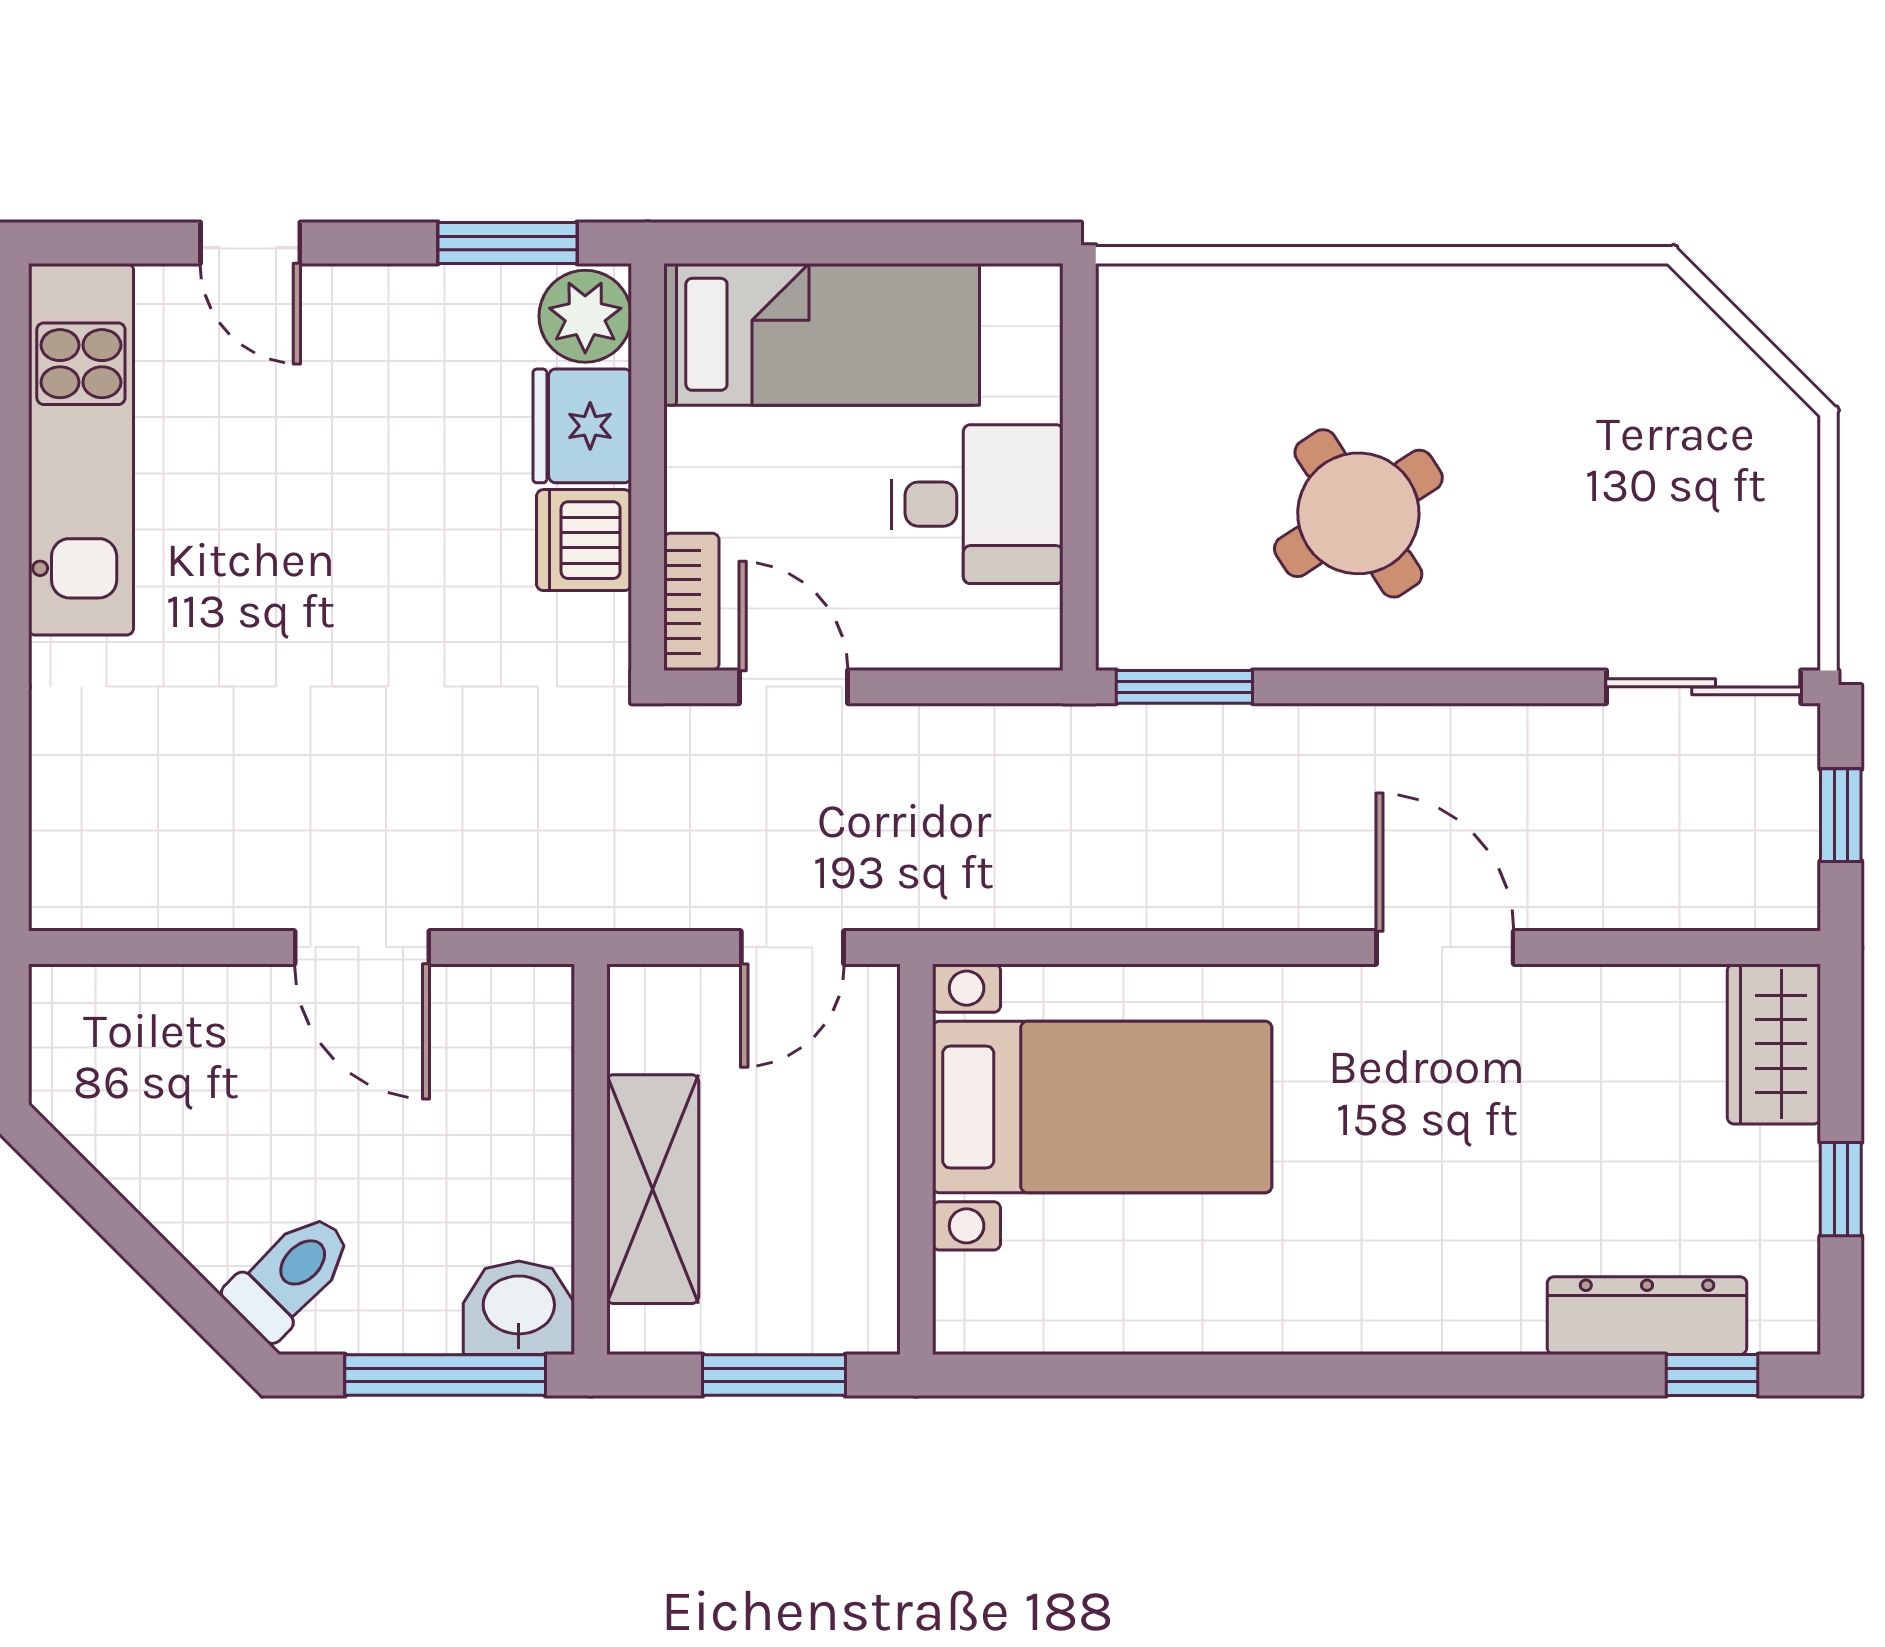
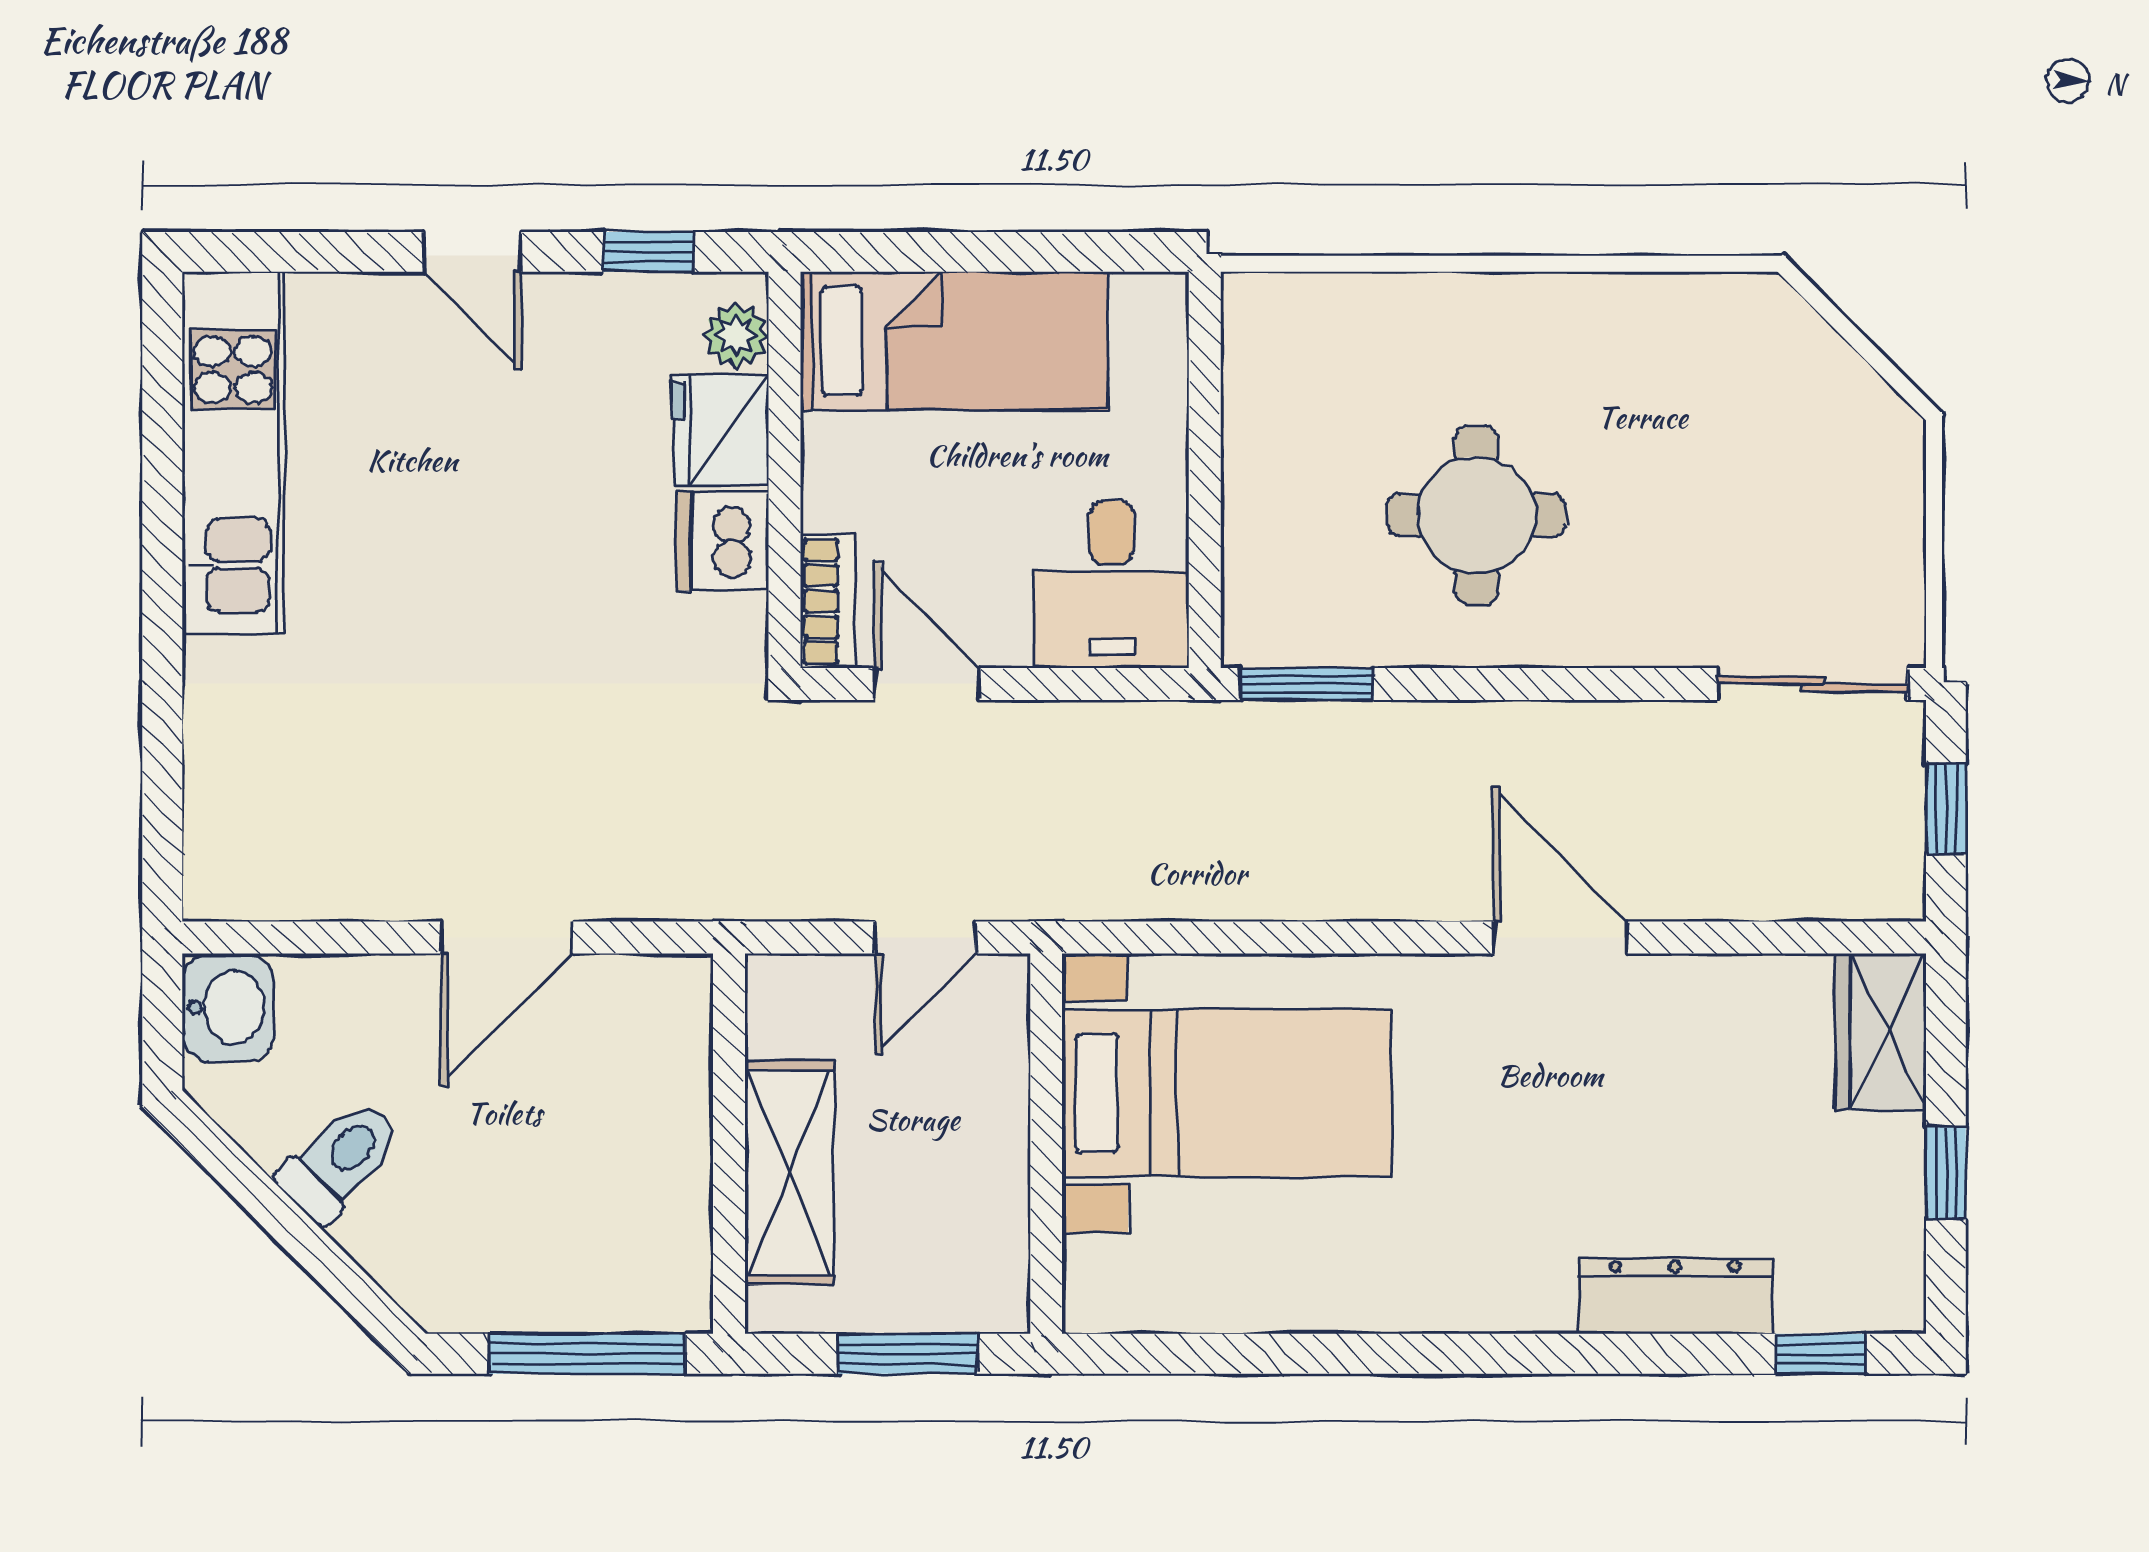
door: (250, 243) -> (472, 252), moved
window: (508, 243) -> (648, 252), width x0.67
plant: (585, 316) -> (736, 335), width x0.73, depth x0.73
desk: (977, 504) -> (1111, 585), moved, turned 90
round table: (1358, 513) -> (1476, 515), turned 33
door: (362, 947) -> (507, 938), hinge flipped
toilet: (290, 1275) -> (340, 1160), moved
washbasin: (519, 1308) -> (228, 1007), moved, turned 90
dresser: (1647, 1316) -> (1675, 1296), moved

